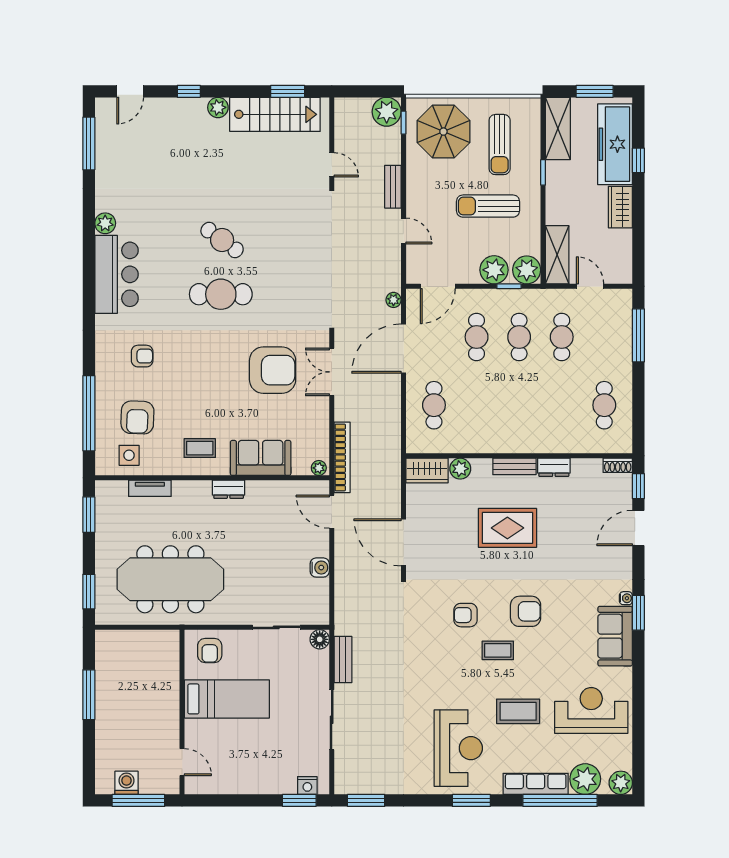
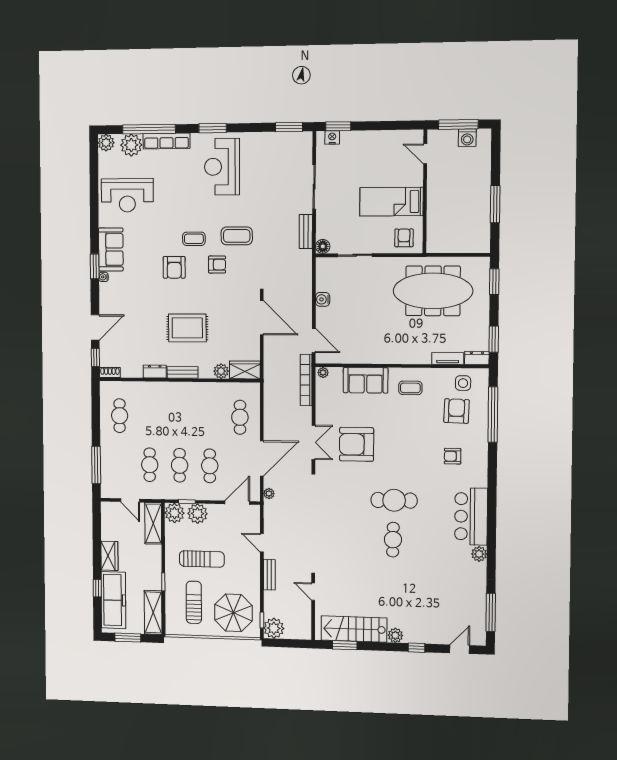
cafe table: (222, 240) -> (393, 540), turned 55
dresser: (229, 489) -> (477, 358), moved
armchair: (526, 611) -> (174, 267), turned -90
coffee table: (518, 711) -> (237, 236), moved

